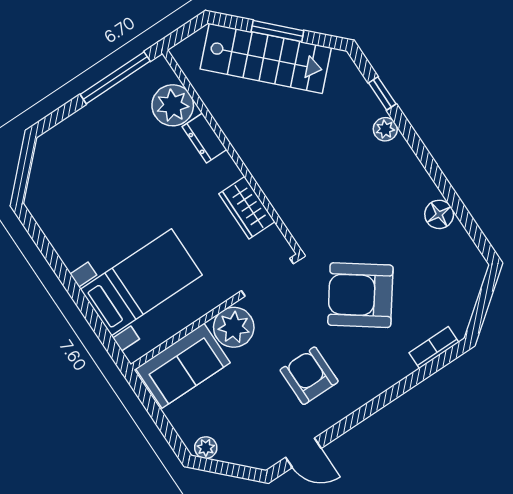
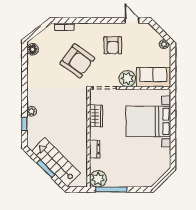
plant: (173, 105) -> (98, 179), moved
floor lamp: (439, 214) -> (33, 49), moved
bed with nightstands: (141, 282) -> (148, 121), width x1.36

